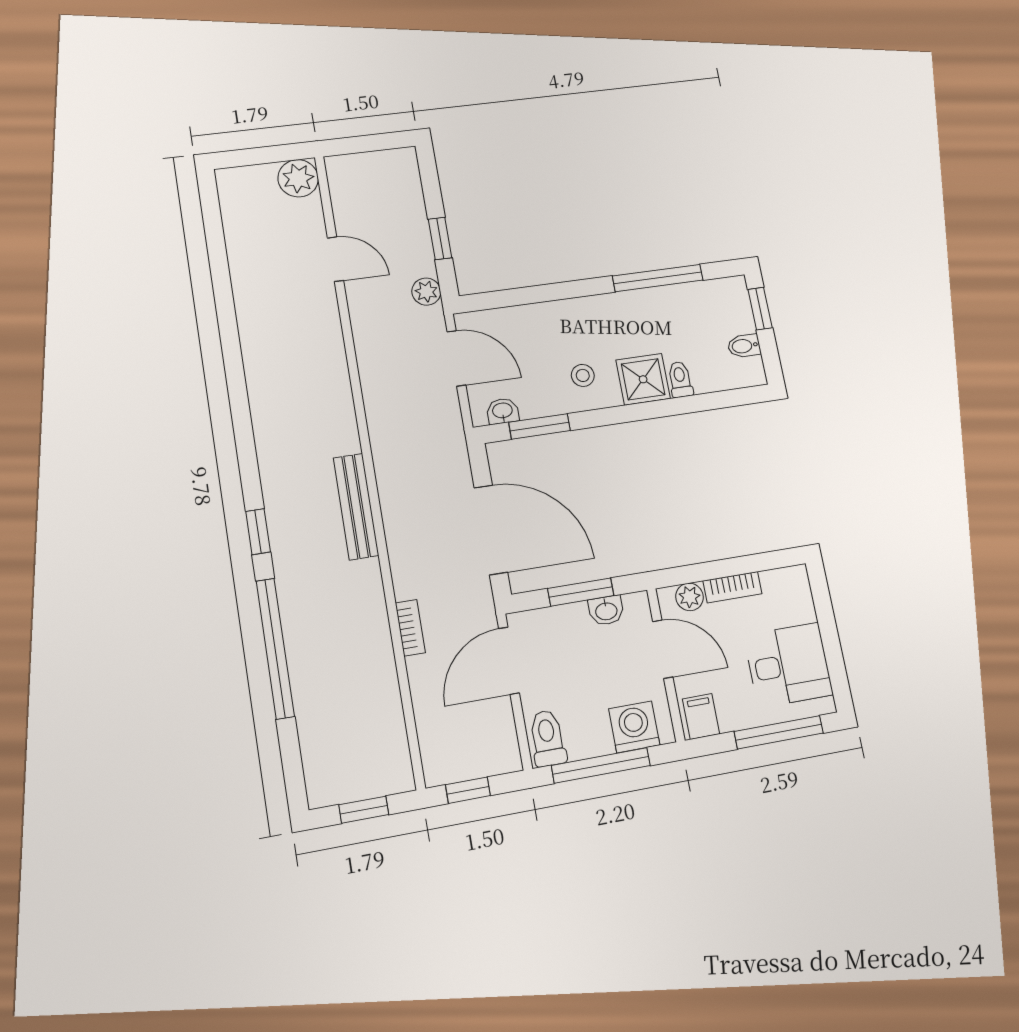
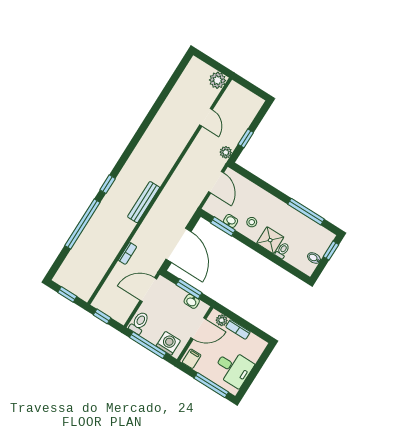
washbasin: (503, 411) -> (231, 221), moved
door: (663, 649) -> (198, 328), hinge flipped

